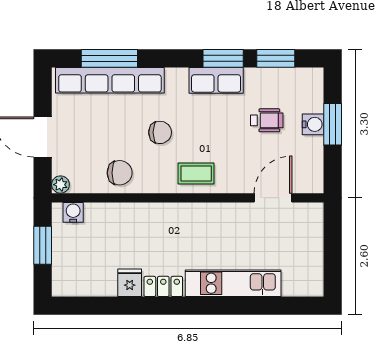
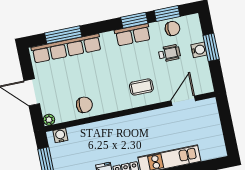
chair: (160, 132) -> (172, 29), moved
coffee table: (196, 174) -> (141, 87), moved

